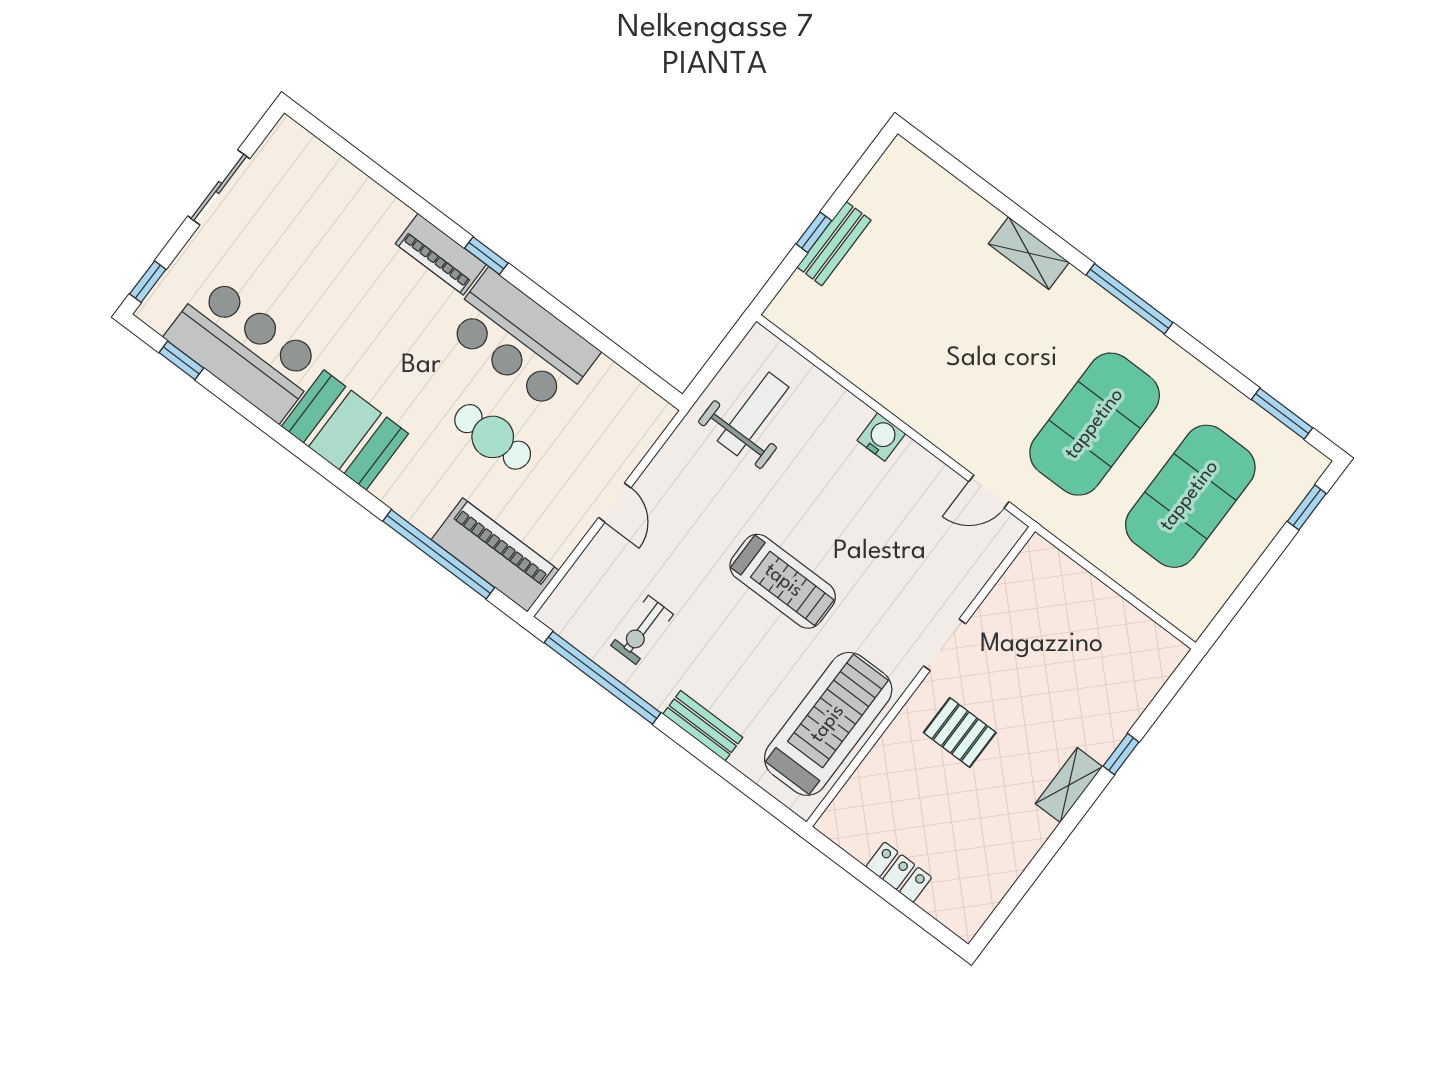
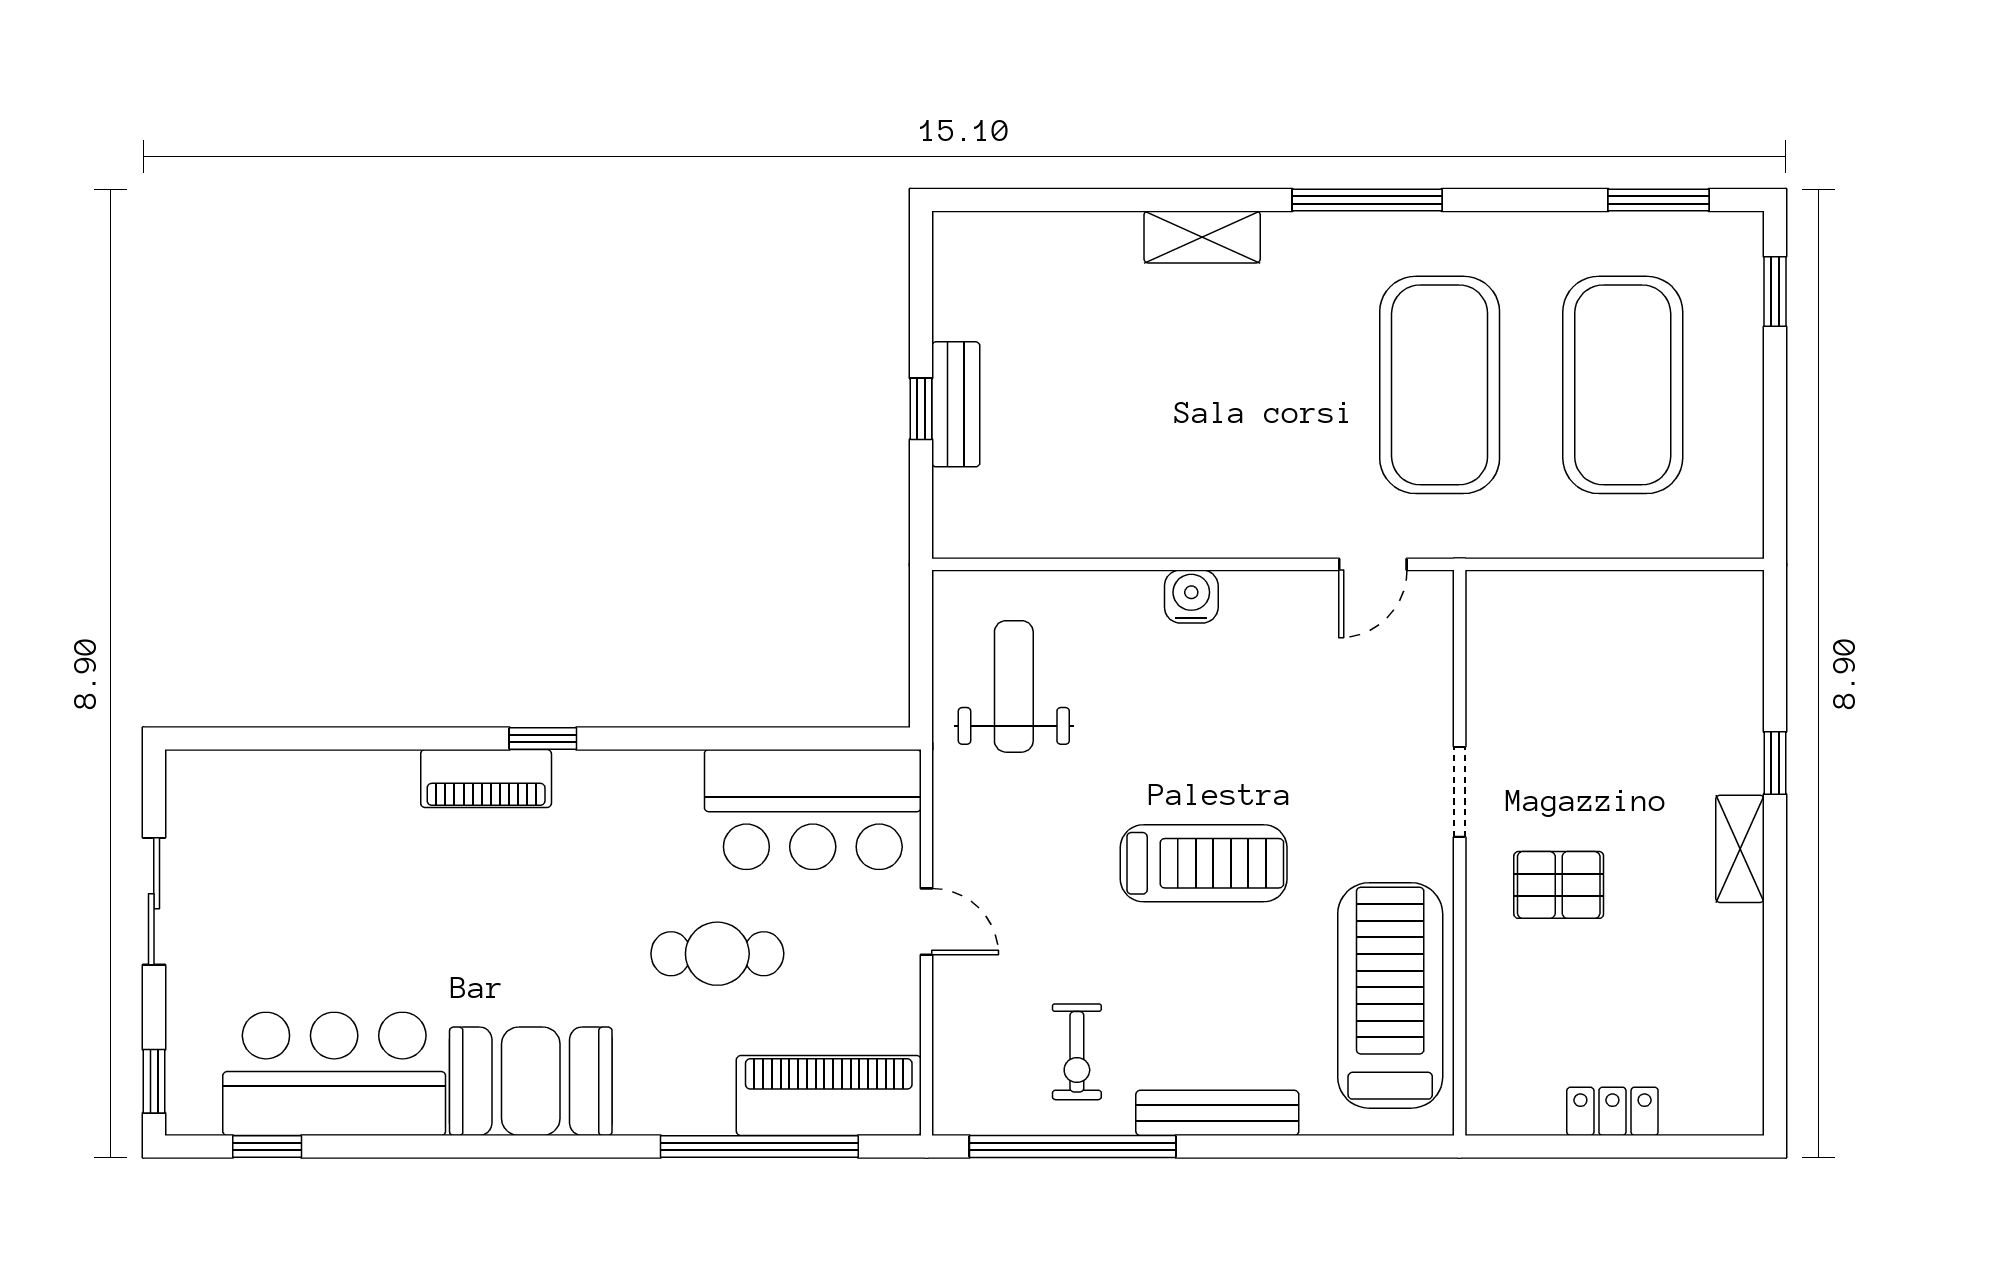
bar counter: (522, 340) -> (813, 810), moved
bench: (703, 726) -> (1217, 1113), width x1.36

